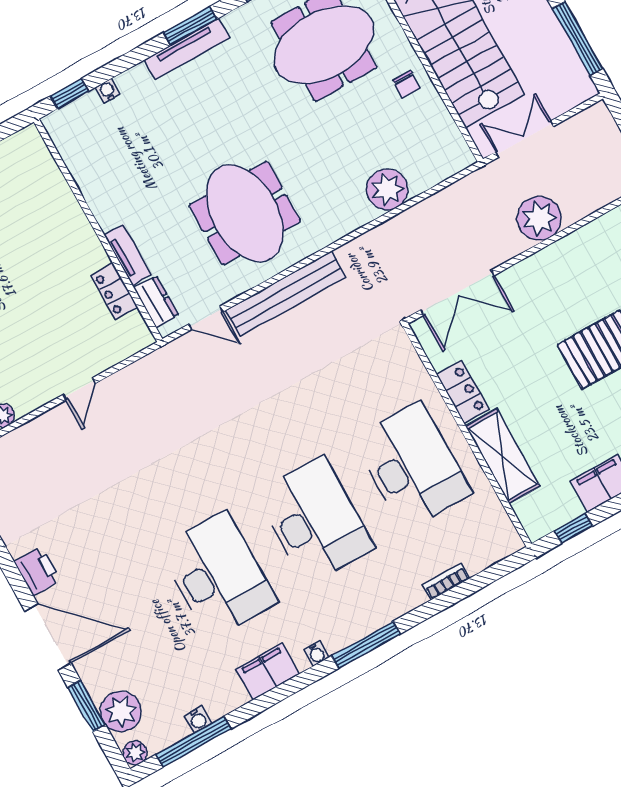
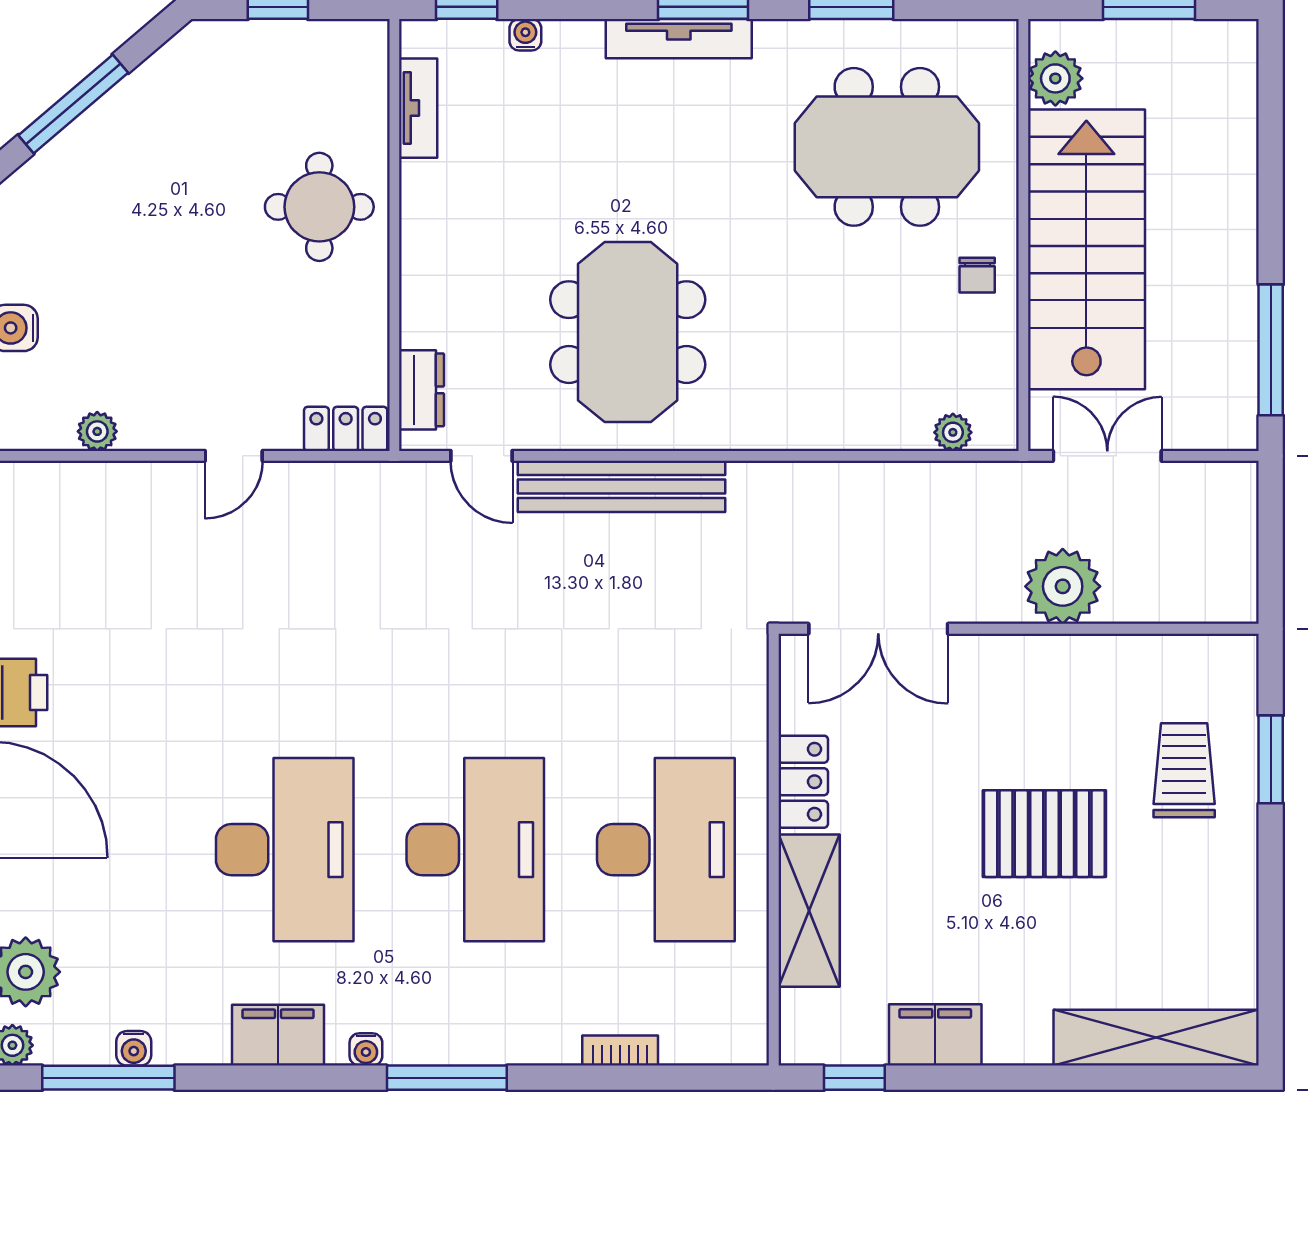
plant: (387, 189) -> (953, 432), moved, width x0.53, depth x0.53
round table: (52, 238) -> (319, 207), added
tv unit: (128, 255) -> (418, 108), moved
locker: (114, 291) -> (346, 429), moved, turned 90

